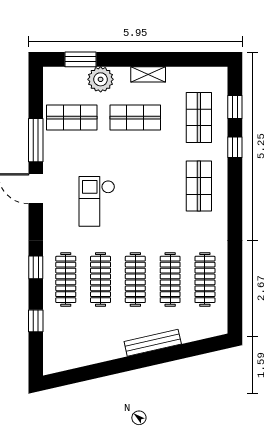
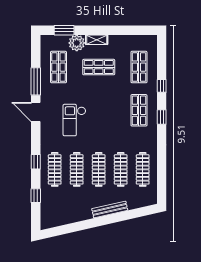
shelving: (148, 74) -> (97, 40), moved
window: (235, 107) -> (162, 117), moved
shop shelf: (72, 118) -> (59, 67), turned 90

